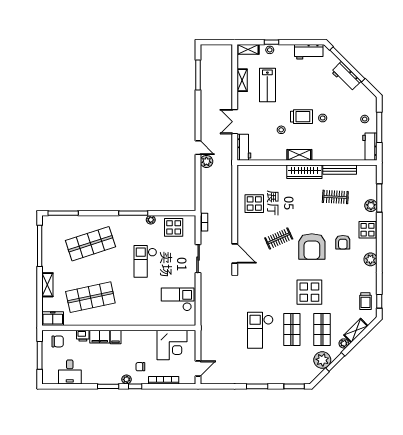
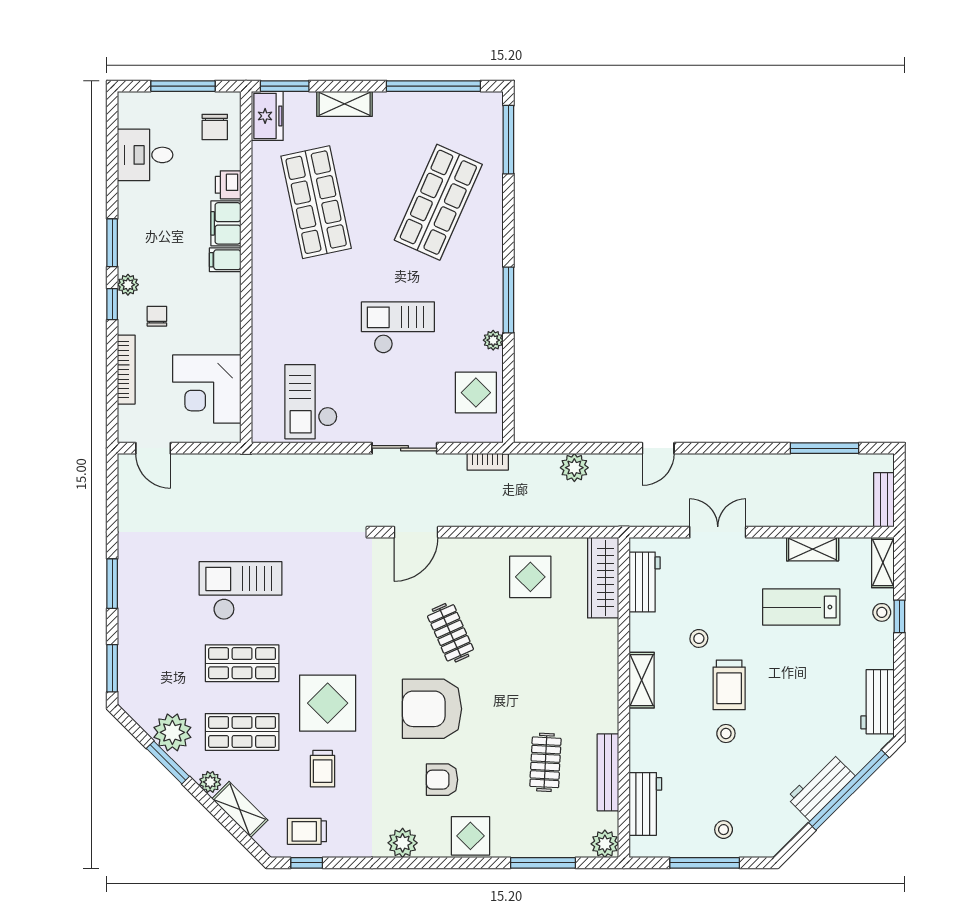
bench: (221, 49) -> (884, 500), added
workbench: (244, 147) -> (645, 582), moved, turned -90
workbench: (370, 147) -> (645, 804), moved, turned 90
plant: (206, 161) -> (574, 468), moved
wardrobe: (304, 172) -> (603, 578), moved
plant: (371, 206) -> (605, 844), moved
shop shelf: (90, 244) -> (438, 202), turned 42
trolley: (338, 294) -> (323, 769), added
checkout: (178, 299) -> (311, 402), turned 180
window: (40, 311) -> (285, 86), added

